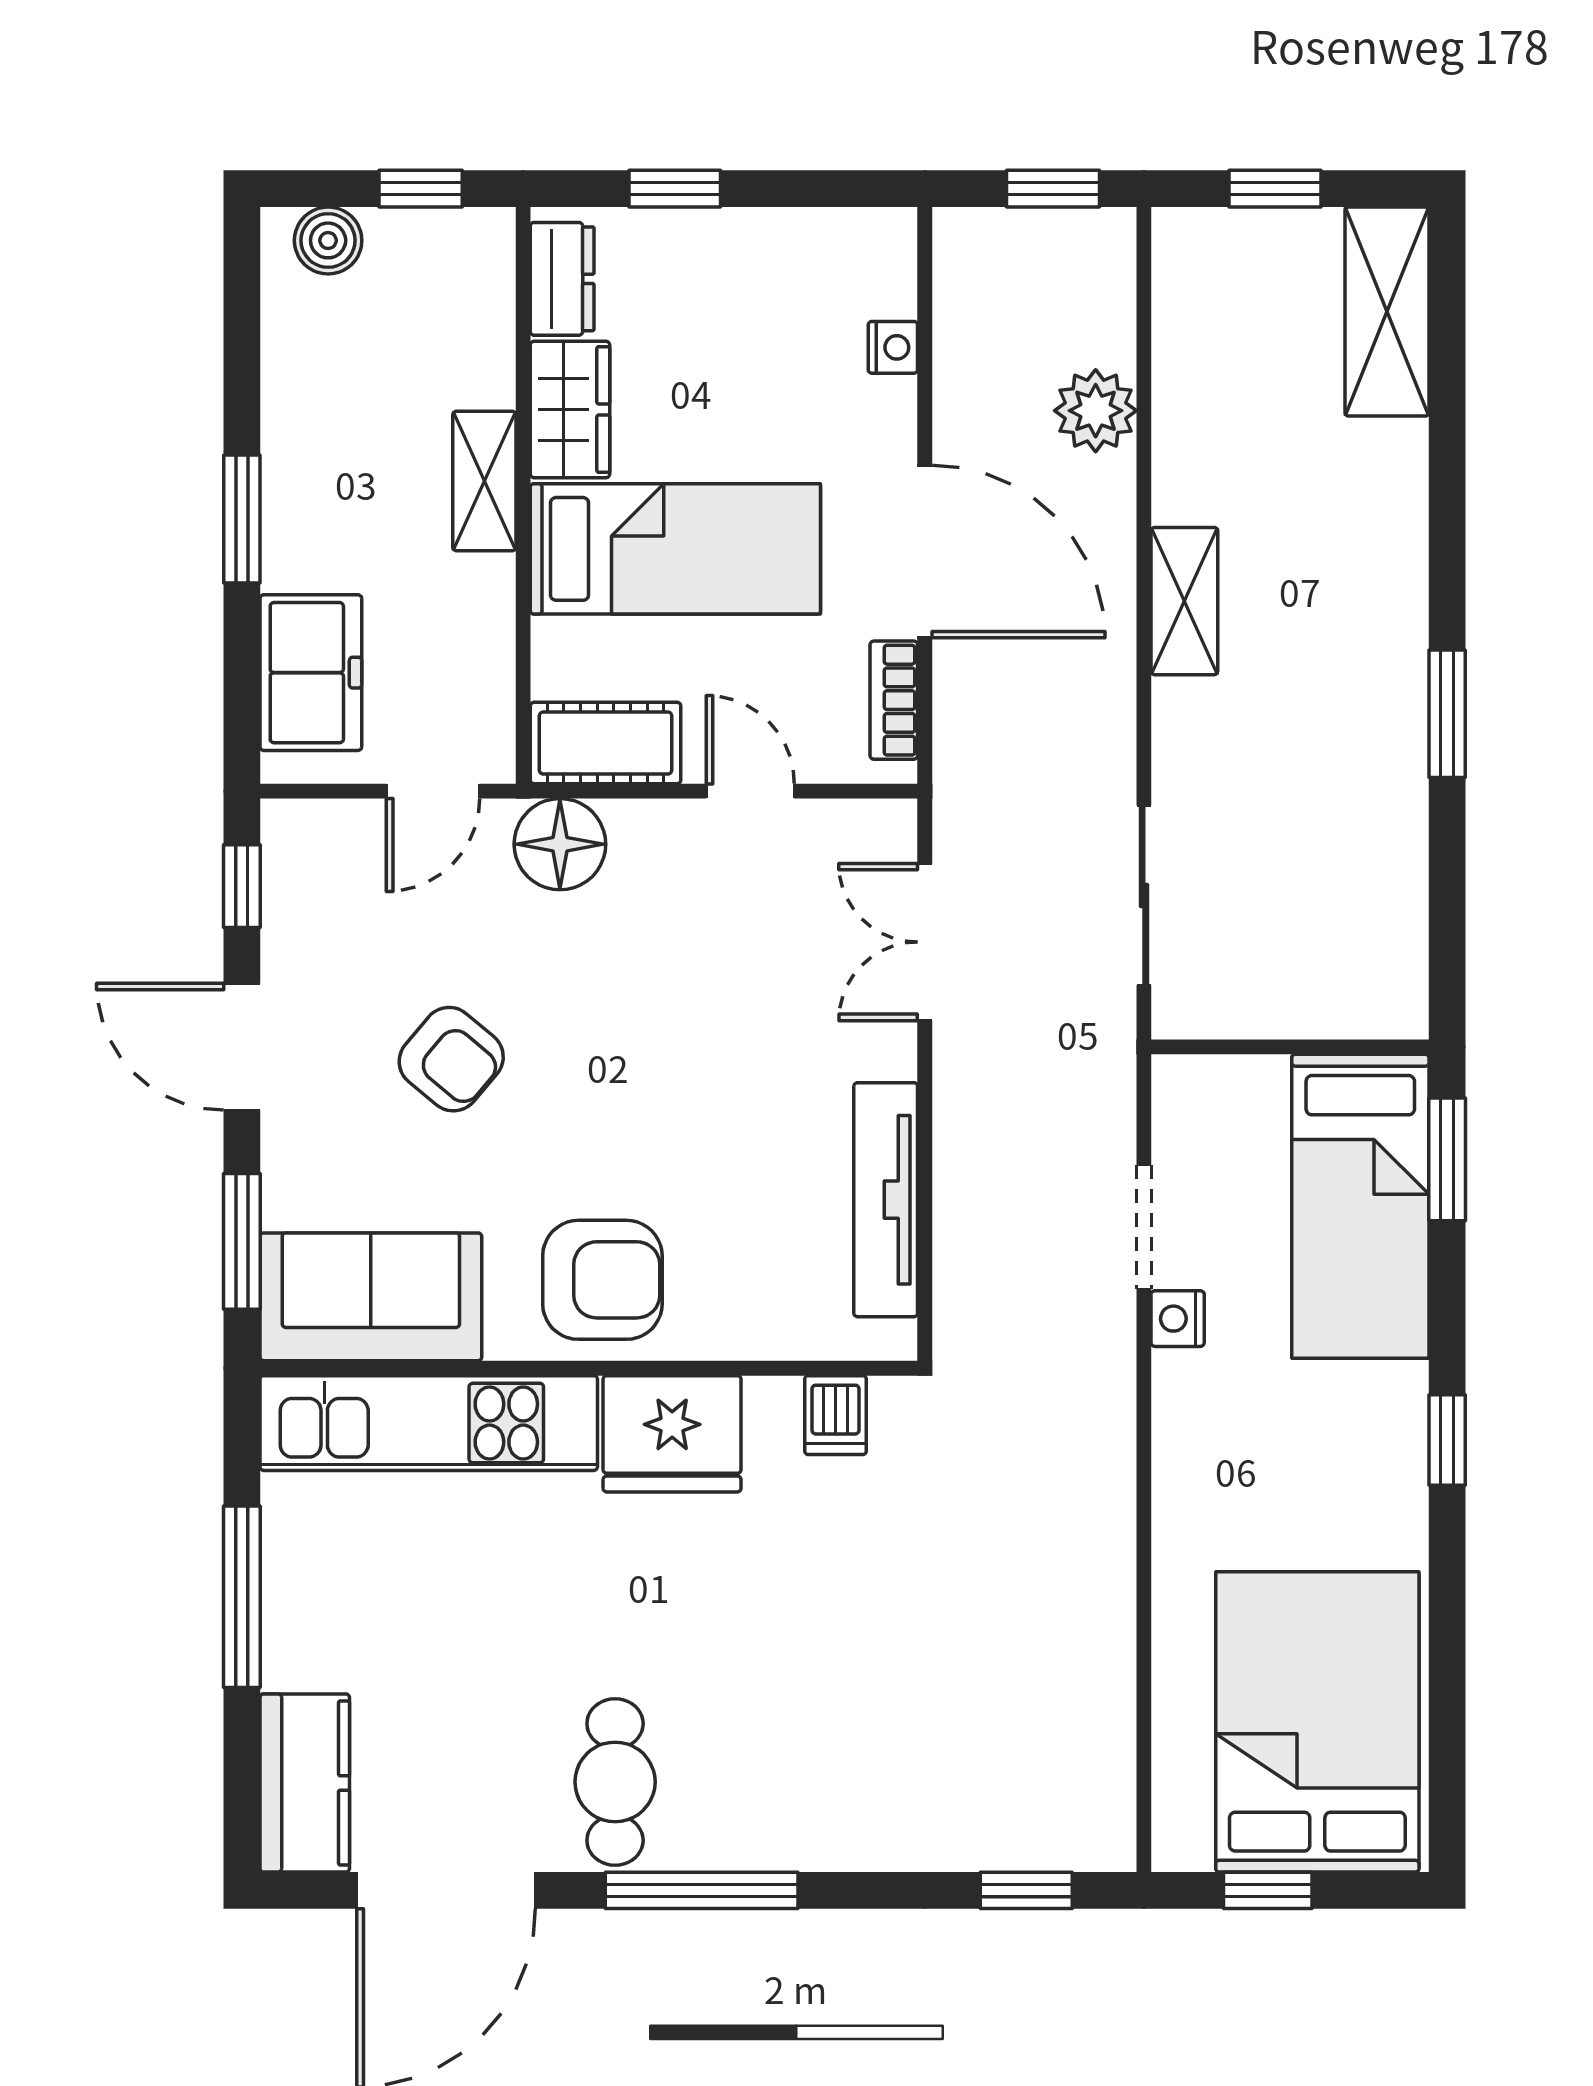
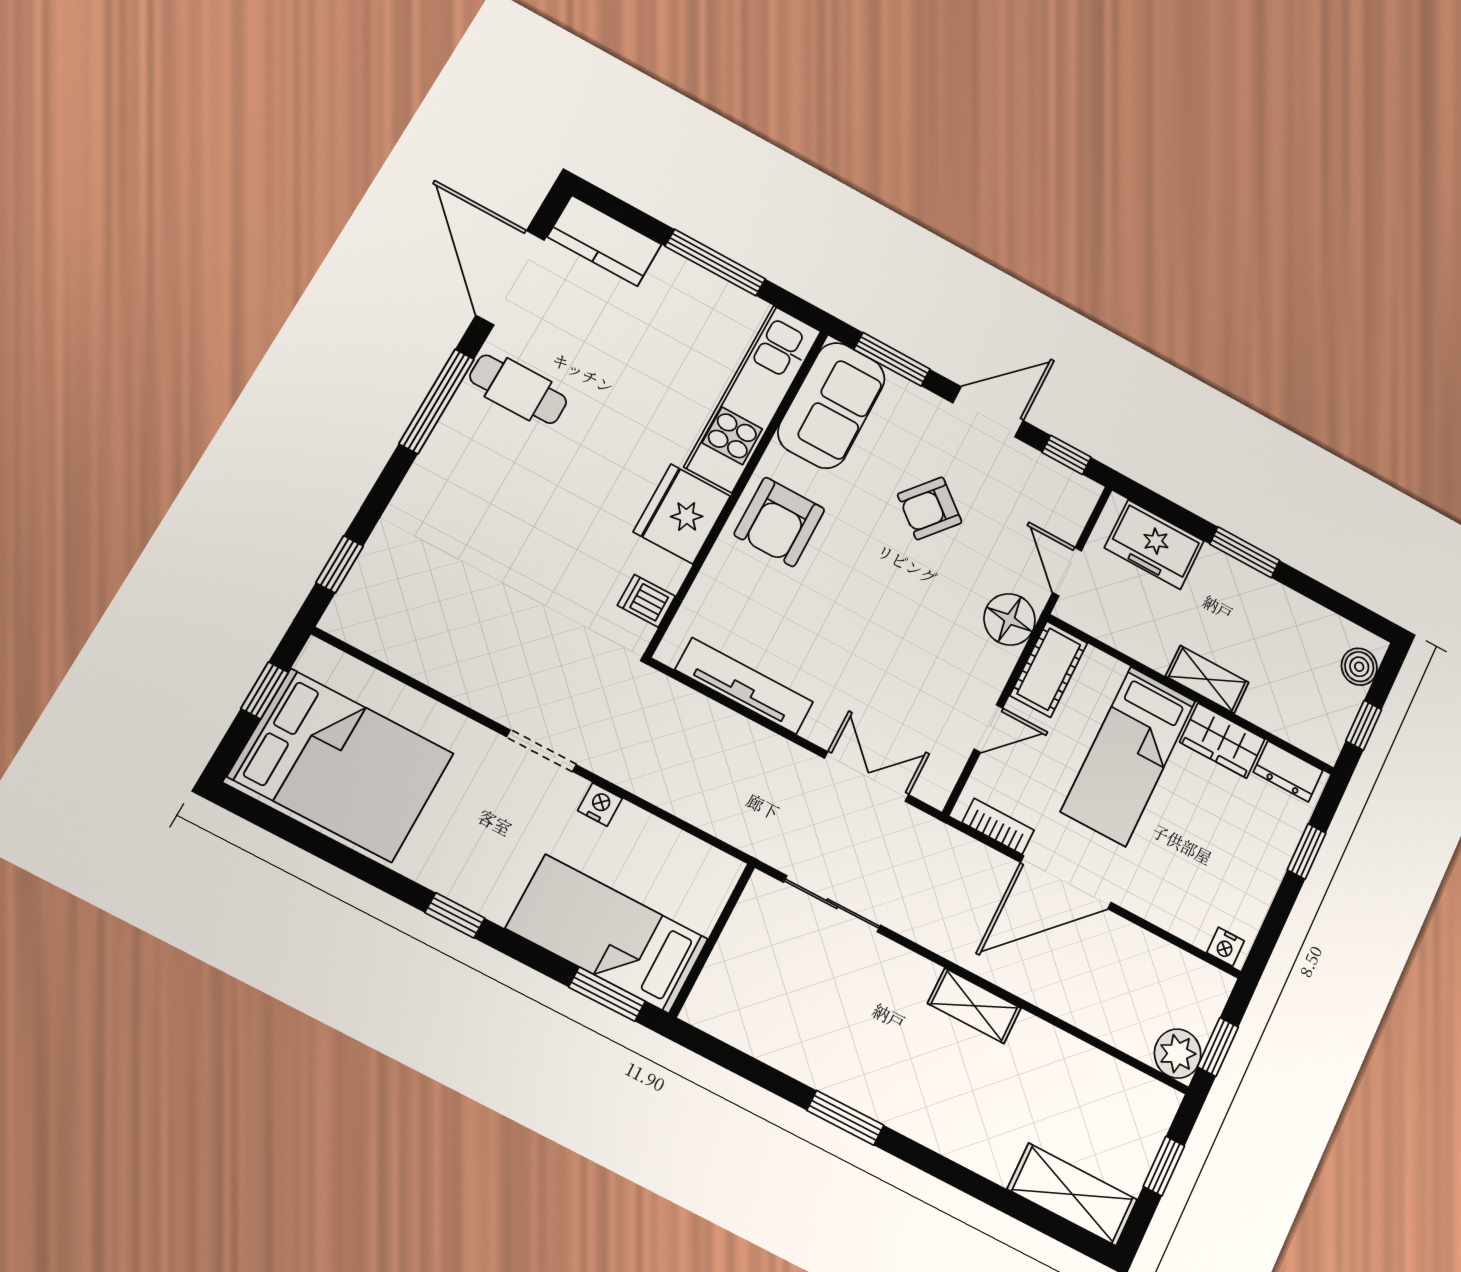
nightstand: (893, 347) -> (1225, 947), moved
plant: (1096, 411) -> (1178, 1054), moved
doorway: (1144, 1227) -> (541, 751), moved

